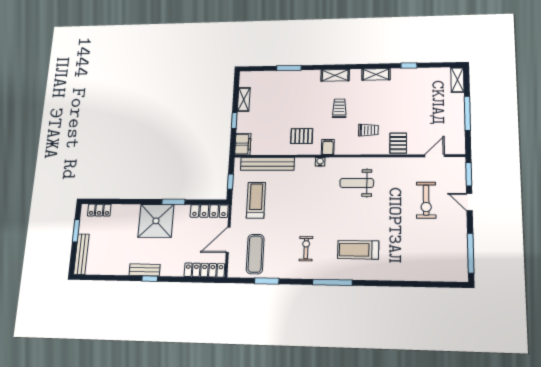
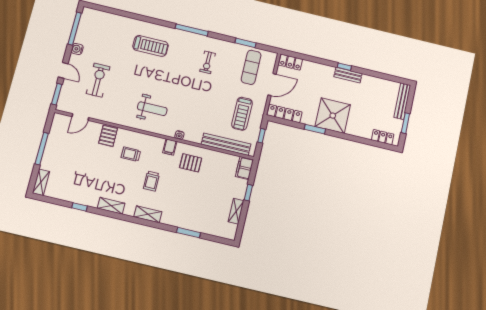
water cooler: (461, 230) -> (77, 49), added
treadmill: (358, 250) -> (151, 46), moved
locker: (204, 270) -> (291, 62), width x0.66

